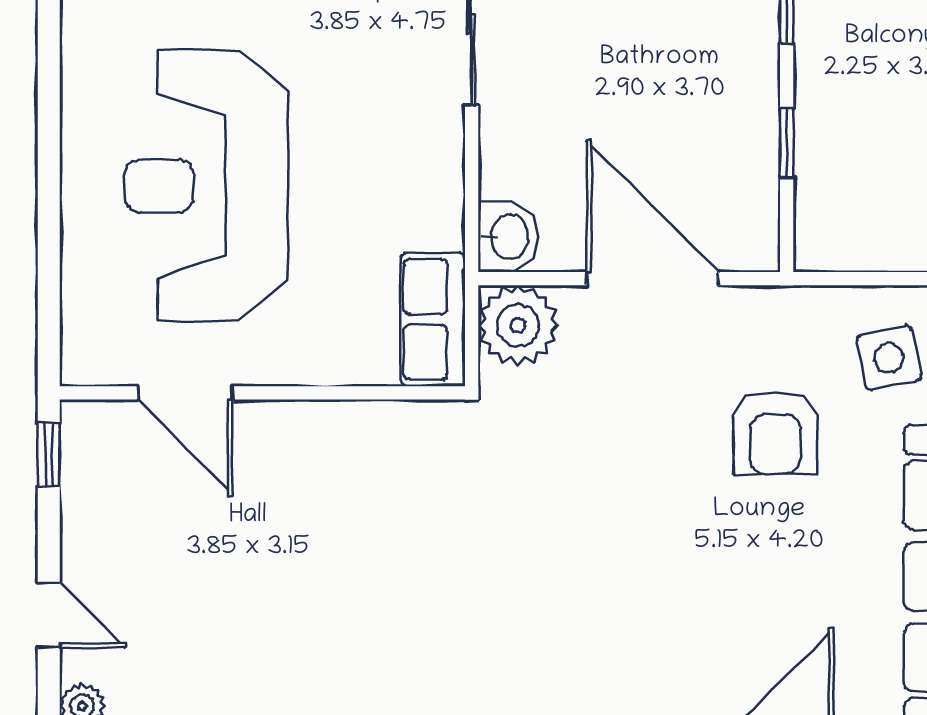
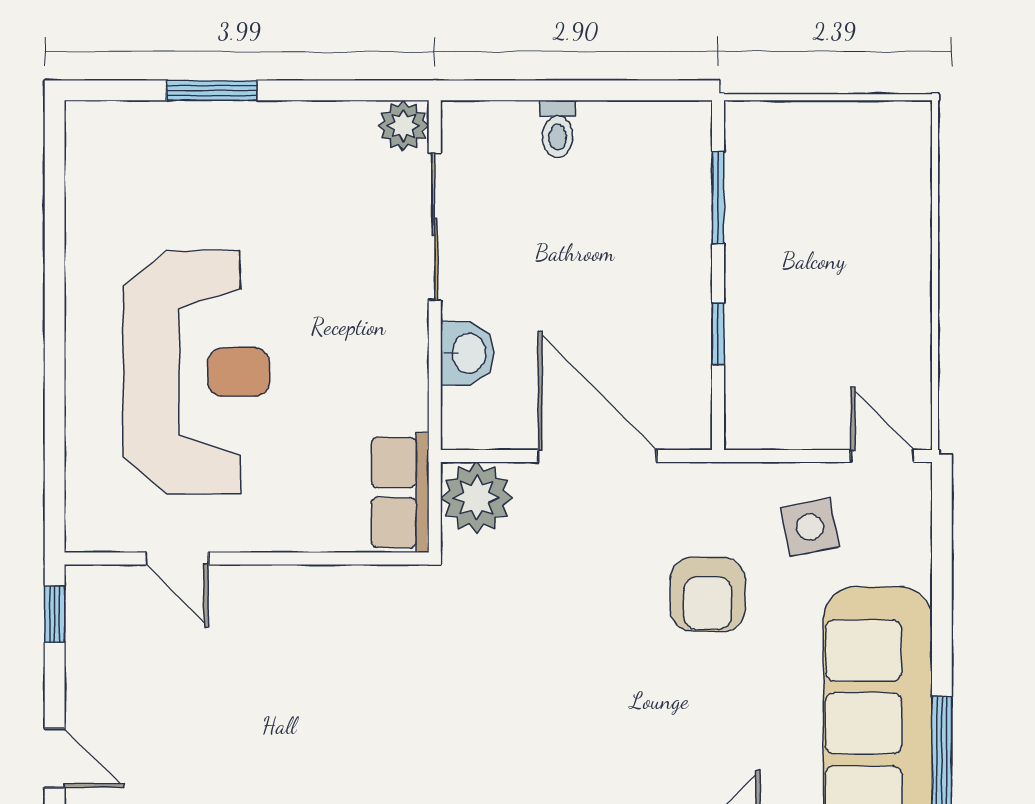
reception desk: (206, 186) -> (196, 372), turned 180
washbasin: (508, 237) -> (467, 353), moved
door: (185, 393) -> (177, 558), width x0.73

